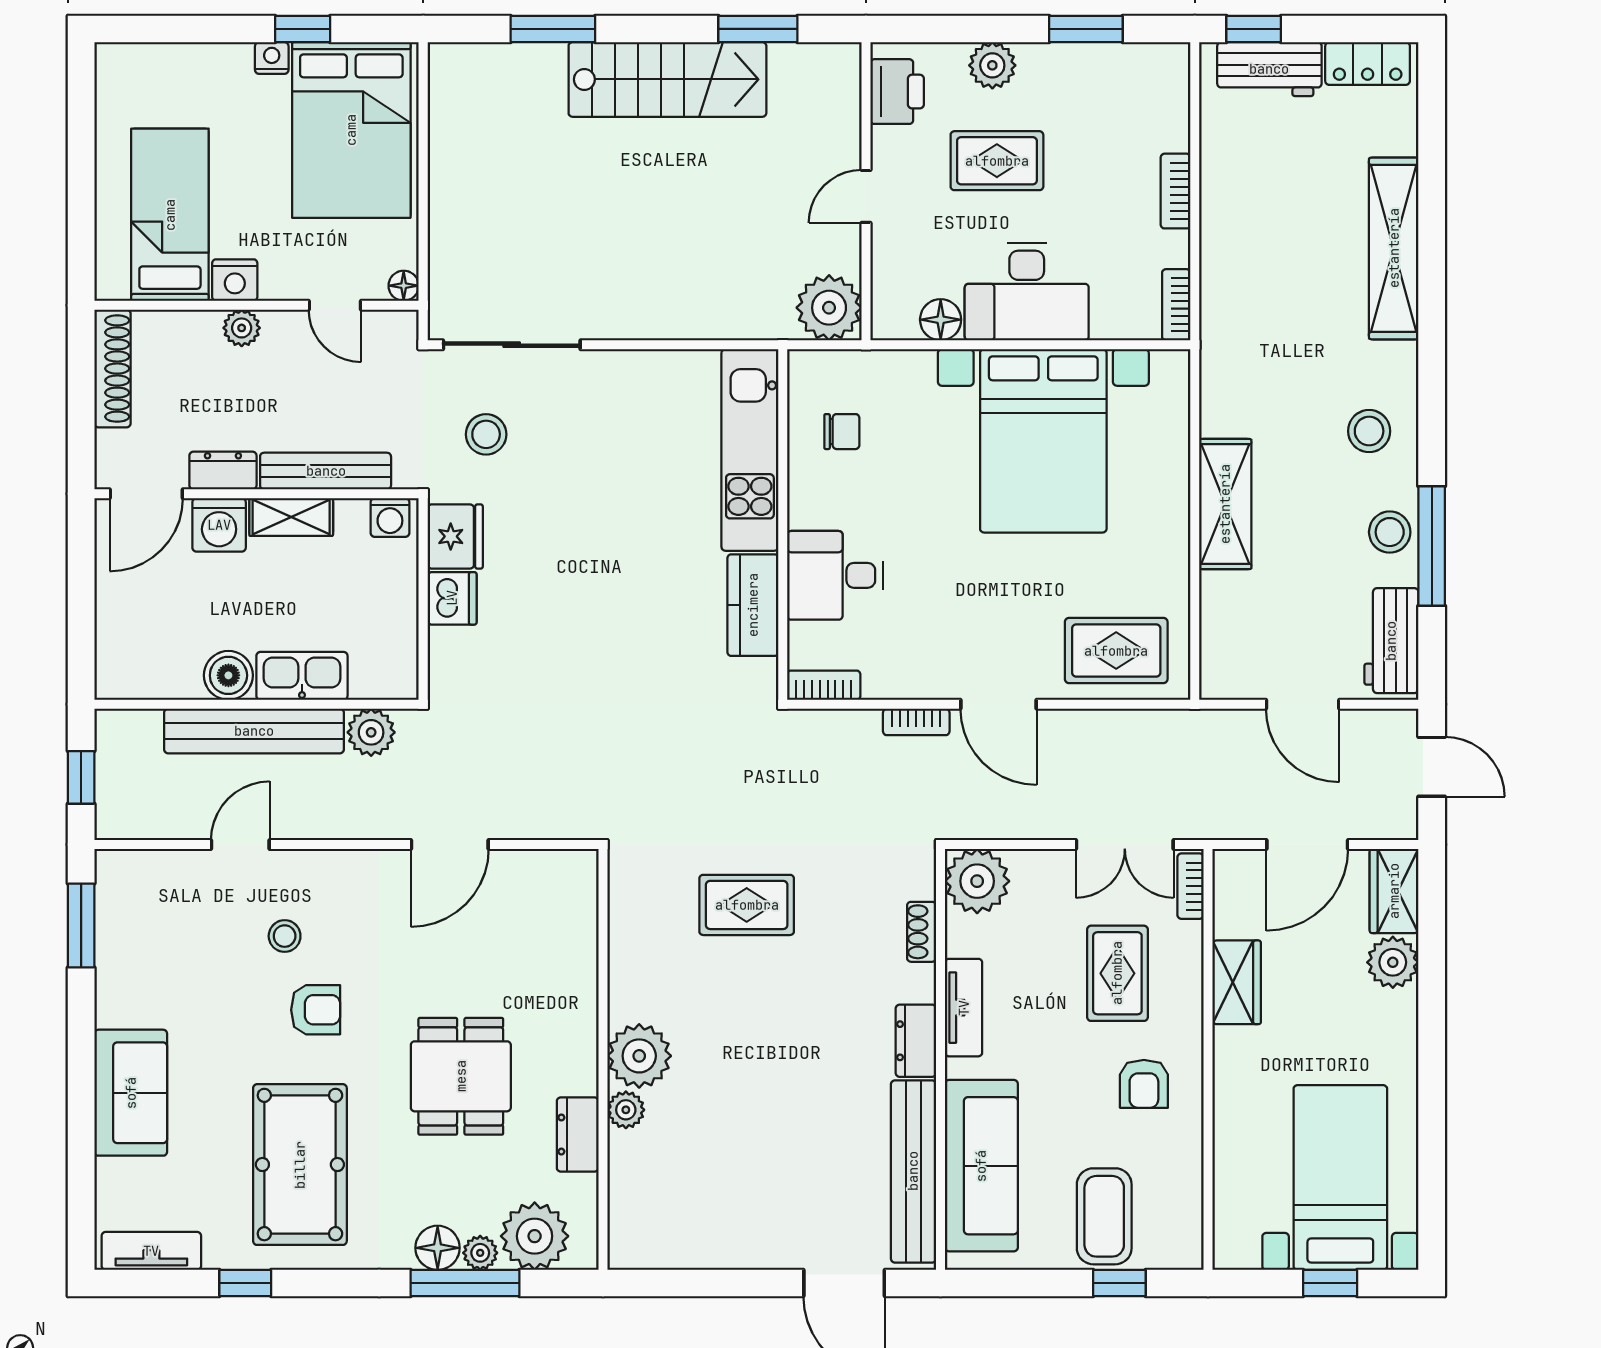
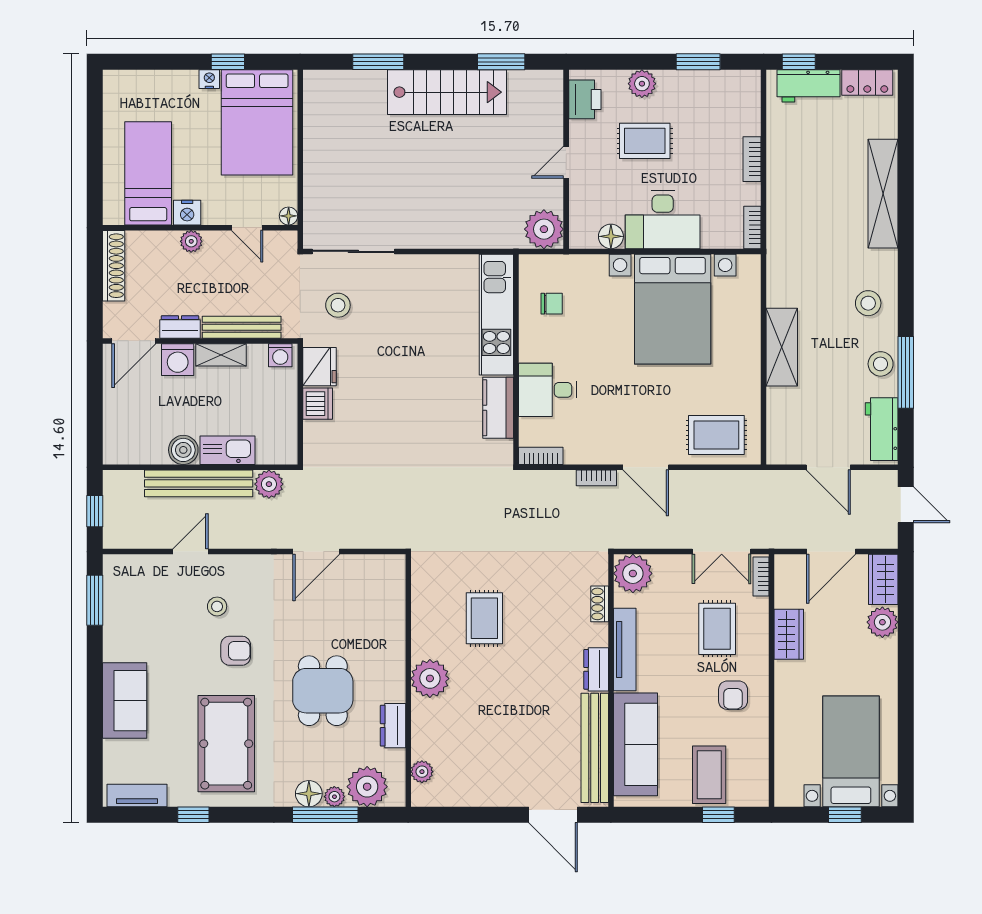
rug: (747, 905) -> (484, 618), moved, turned 90
tv unit: (964, 1008) -> (625, 649), width x1.41
plant: (626, 1110) -> (422, 772), moved

